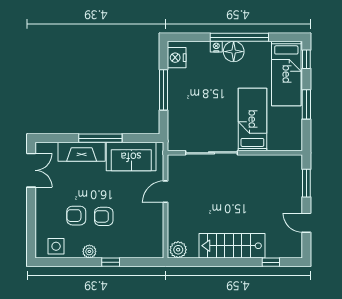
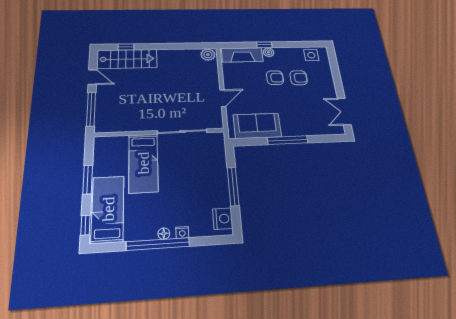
floor lamp: (234, 52) -> (164, 234), width x0.53, depth x0.53
fireplace: (82, 152) -> (242, 55), moved, turned 180
window: (306, 183) -> (91, 109), width x1.44
stairs: (232, 246) -> (127, 59), moved
plant: (89, 251) -> (269, 52), moved

